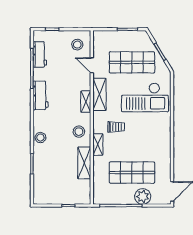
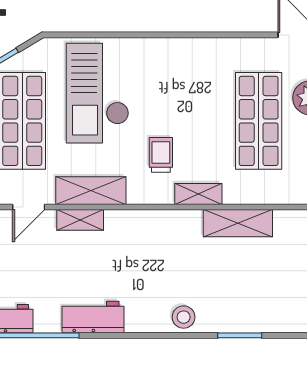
checkout: (145, 97) -> (97, 93), turned 180
shelving: (86, 102) -> (80, 220), moved
stool: (79, 132) -> (171, 235), removed

